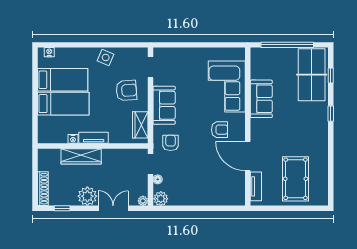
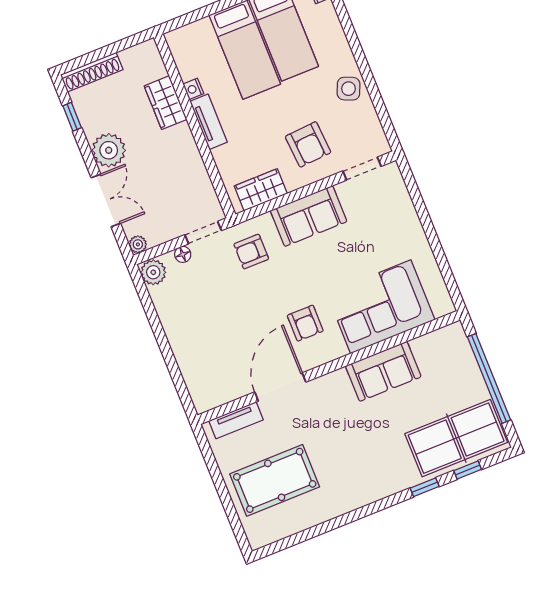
window: (331, 114) -> (425, 487), moved
armchair: (171, 143) -> (251, 252), turned 180
wardrobe: (81, 156) -> (166, 103), width x0.67

